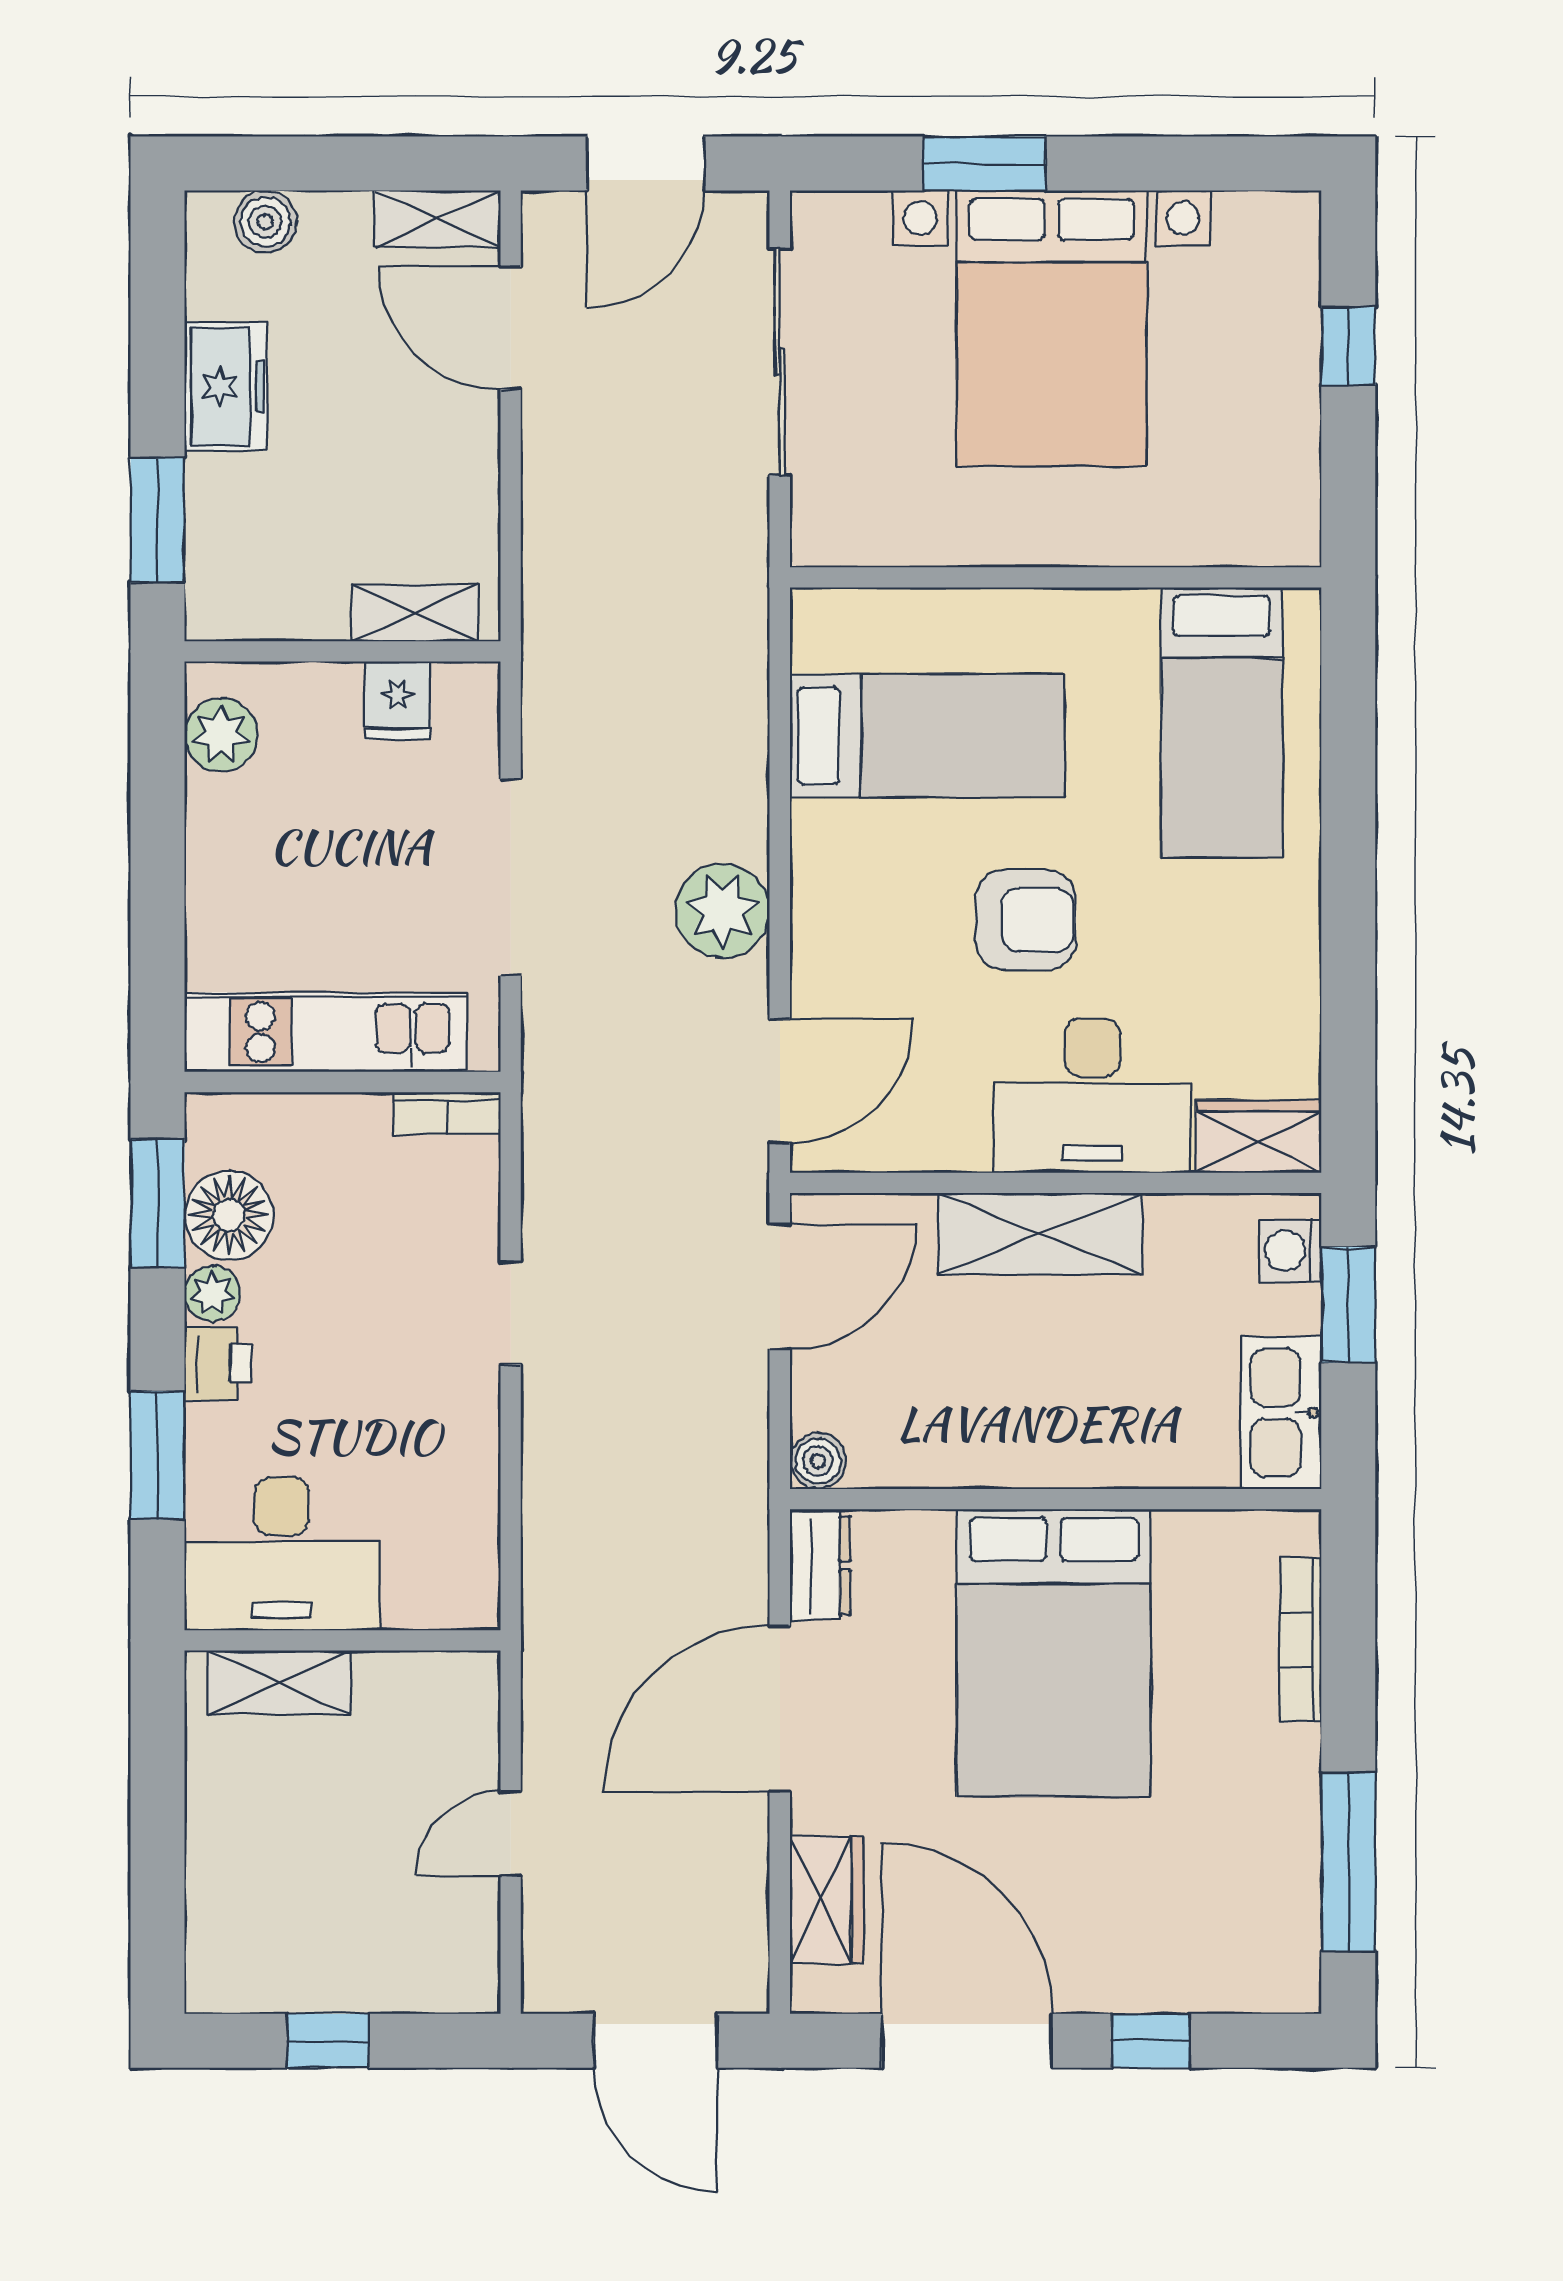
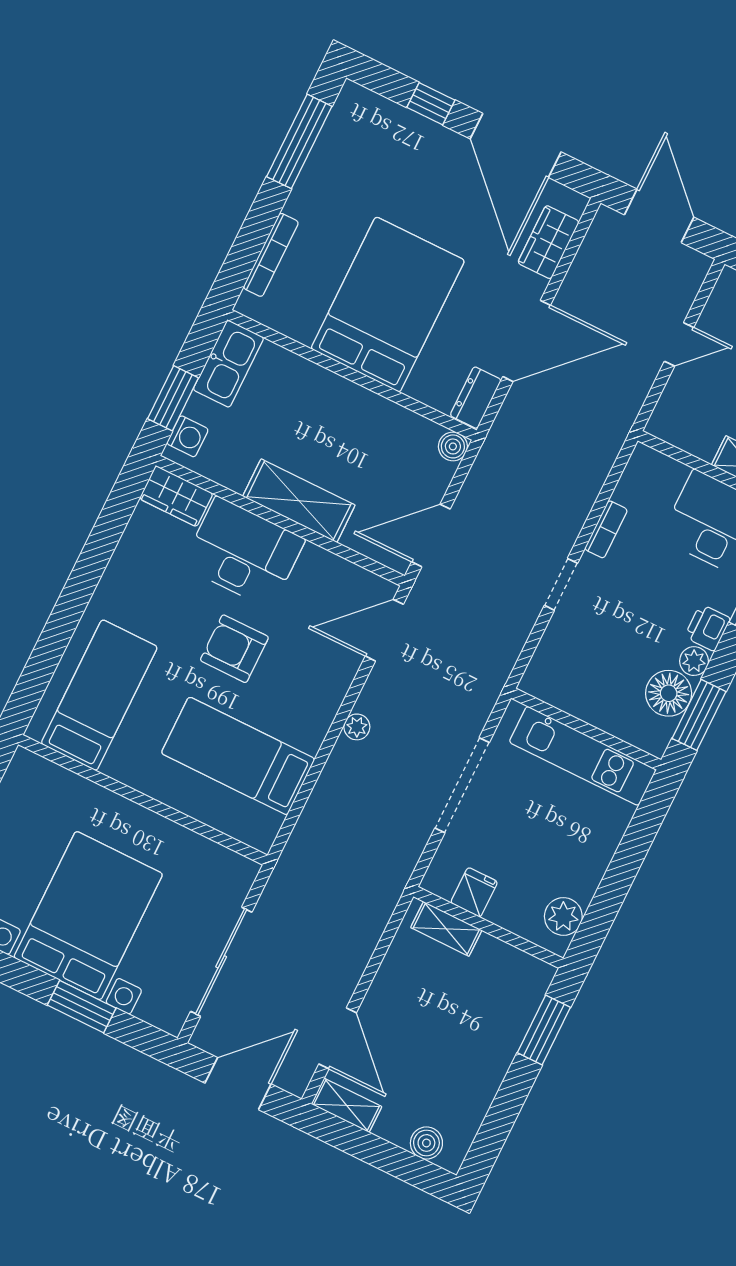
freezer: (226, 387) -> (482, 1076), removed
plant: (723, 911) -> (357, 727), width x0.53, depth x0.53
bookcase: (447, 1113) -> (606, 529), moved, turned 90

